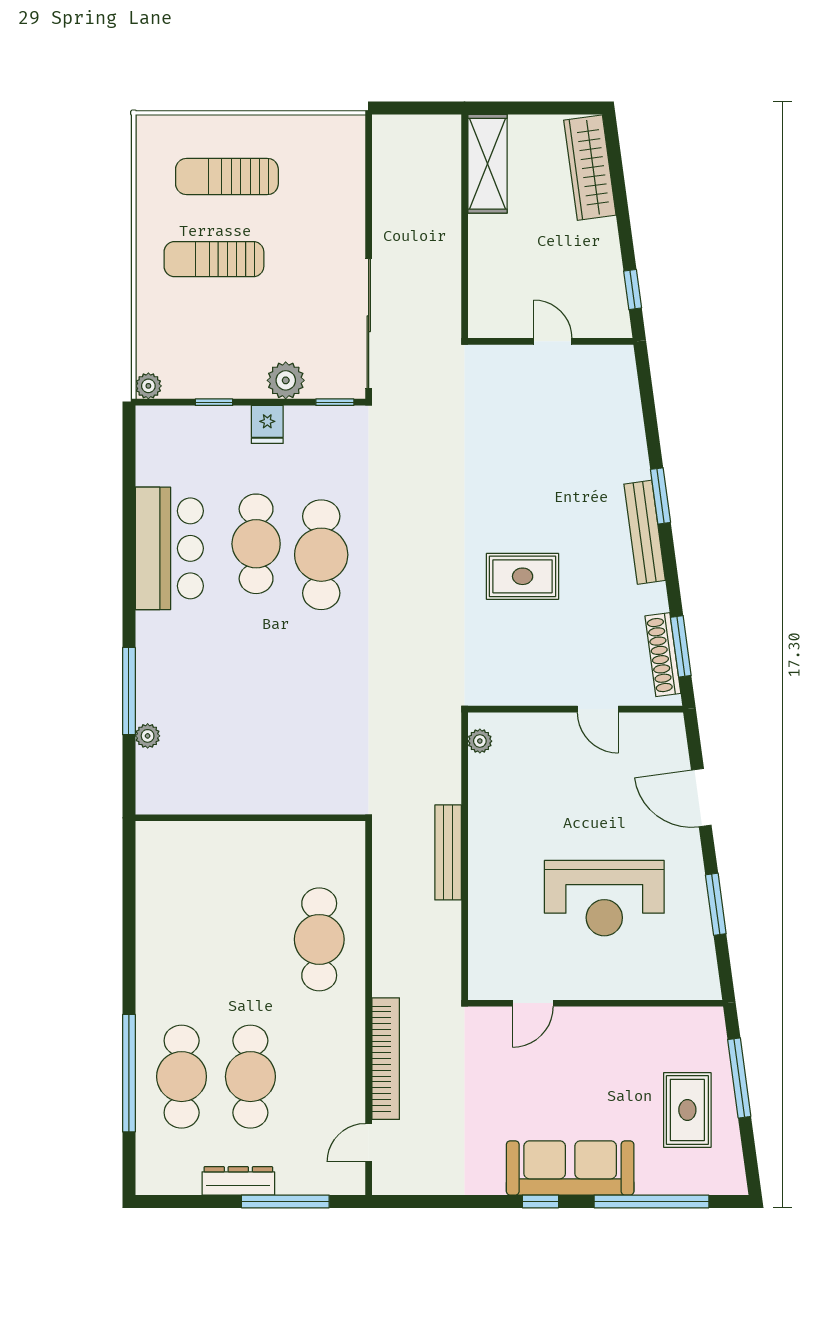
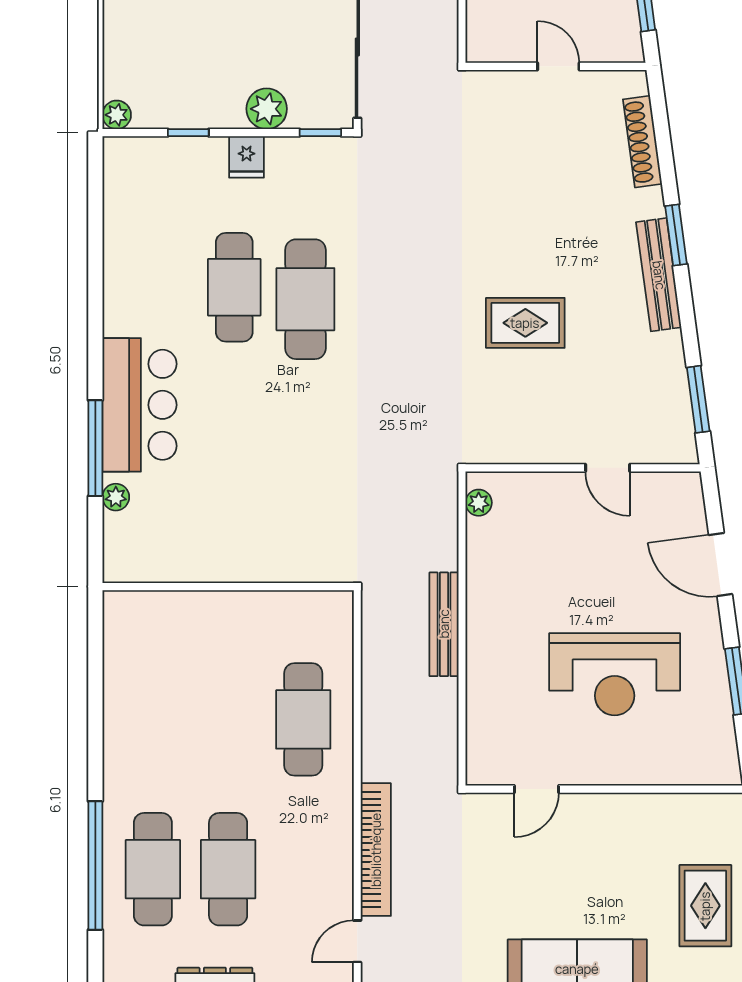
bar counter: (169, 548) -> (139, 405), moved
shoe rack: (663, 655) -> (642, 142), moved

